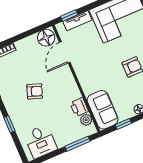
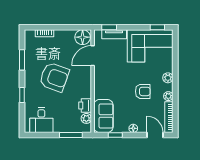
armchair: (35, 91) -> (54, 77), width x1.88, depth x1.88

